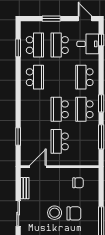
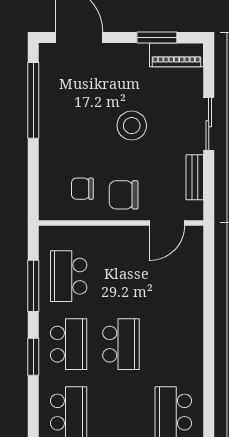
window: (18, 136) -> (209, 287), removed
school desk: (60, 141) -> (69, 276), moved, turned 180
chair: (74, 213) -> (124, 195), moved

